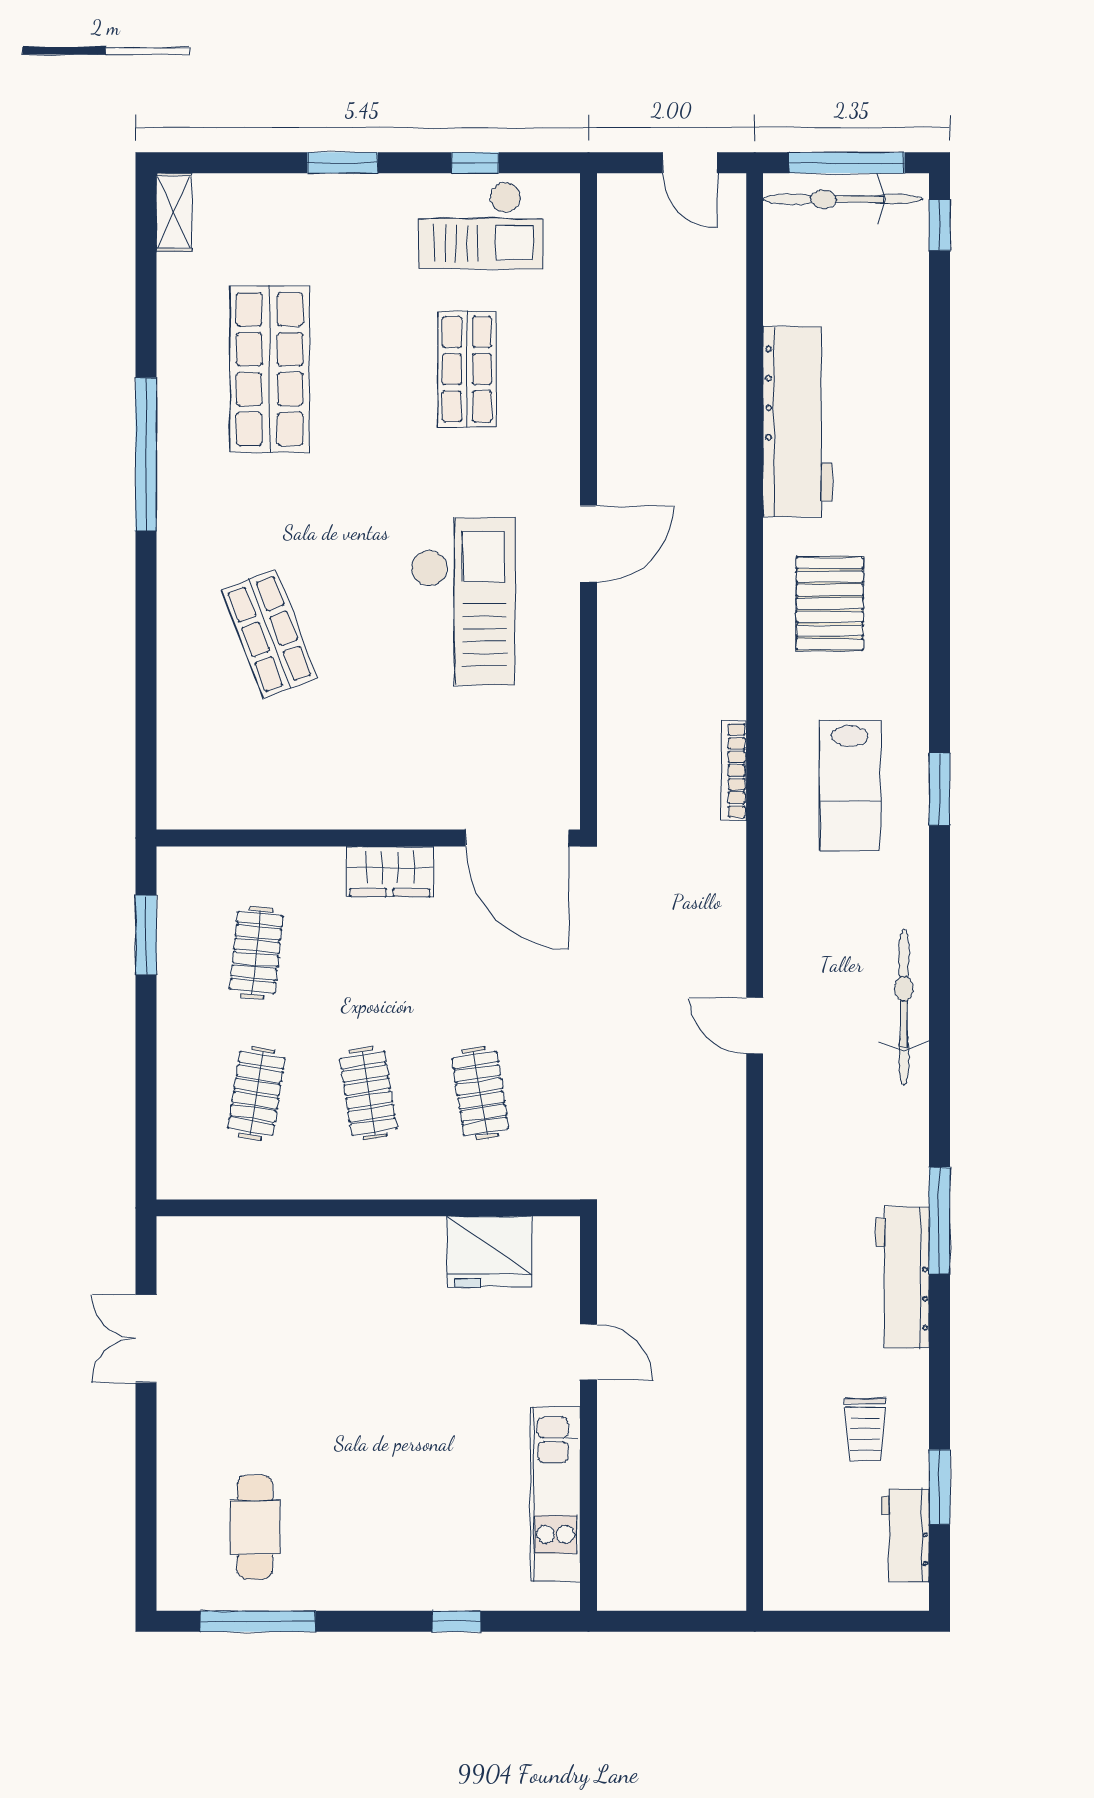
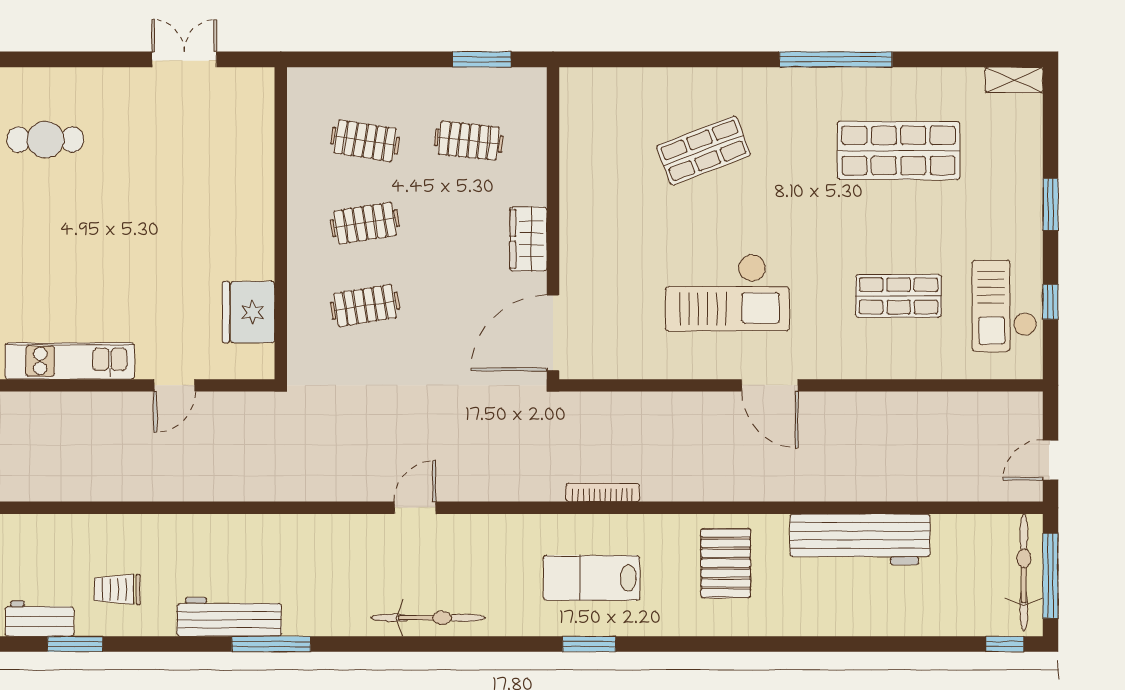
pallet: (830, 604) -> (726, 563), turned 90

